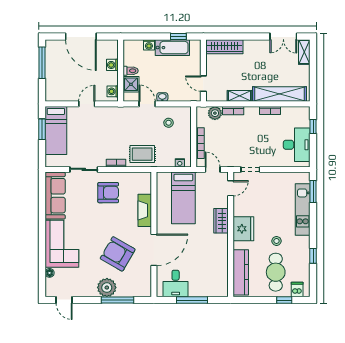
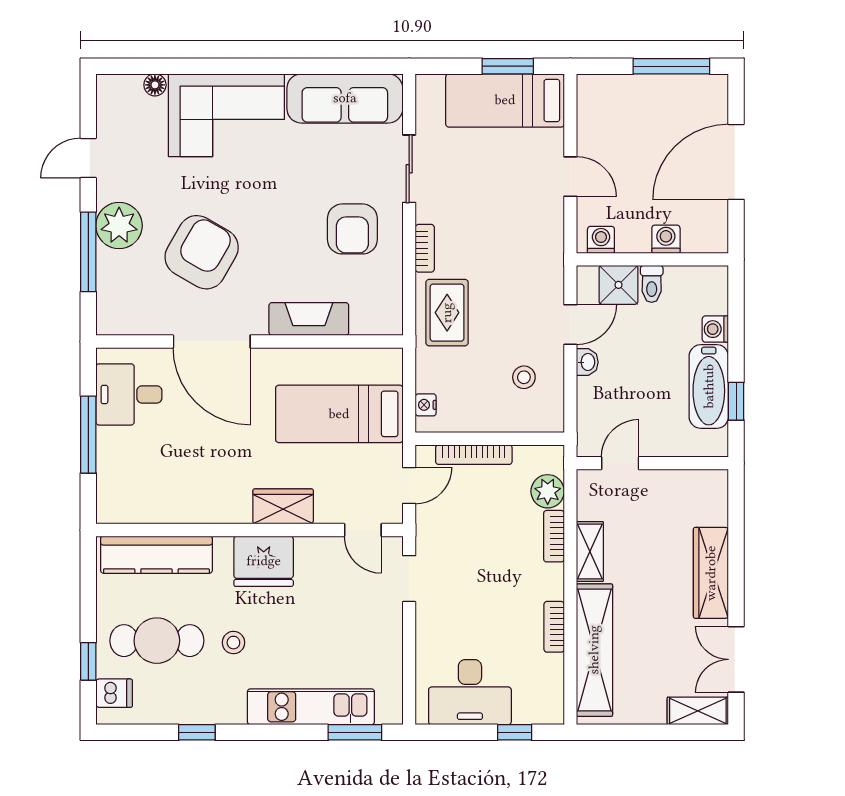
wardrobe: (224, 47) -> (711, 573), moved
door: (64, 300) -> (88, 158), moved

